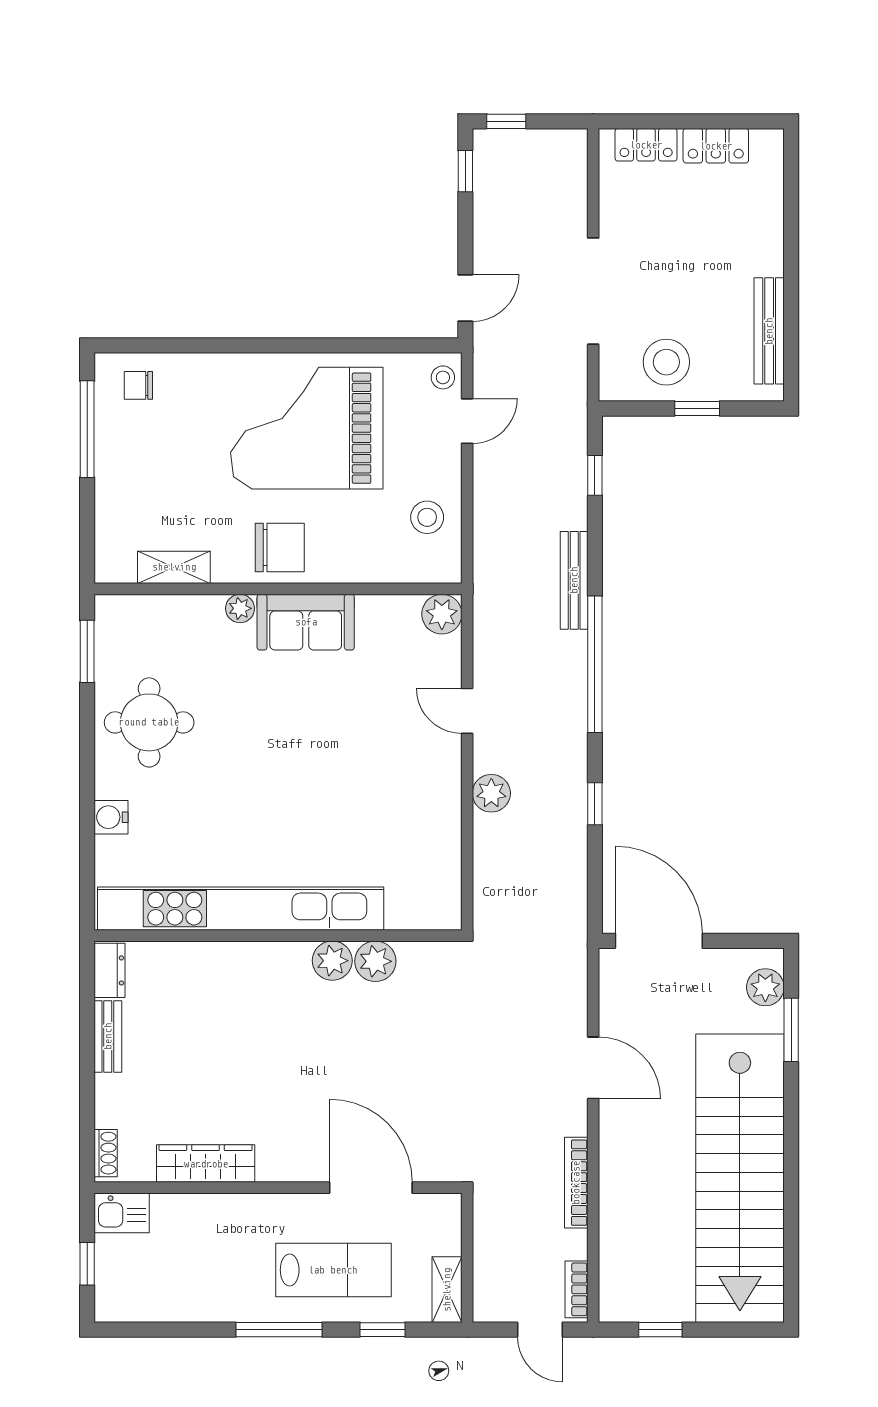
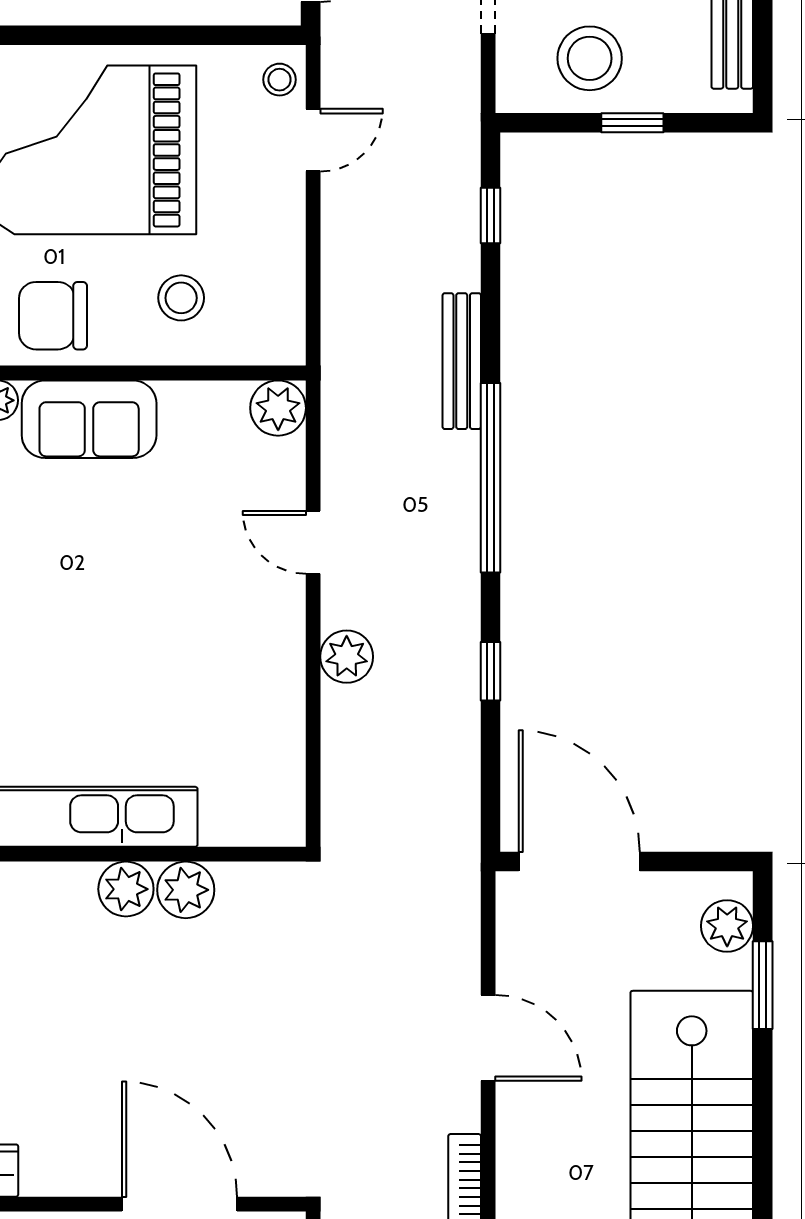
stool: (427, 517) -> (181, 298), moved
chair: (280, 548) -> (53, 316), turned 180

